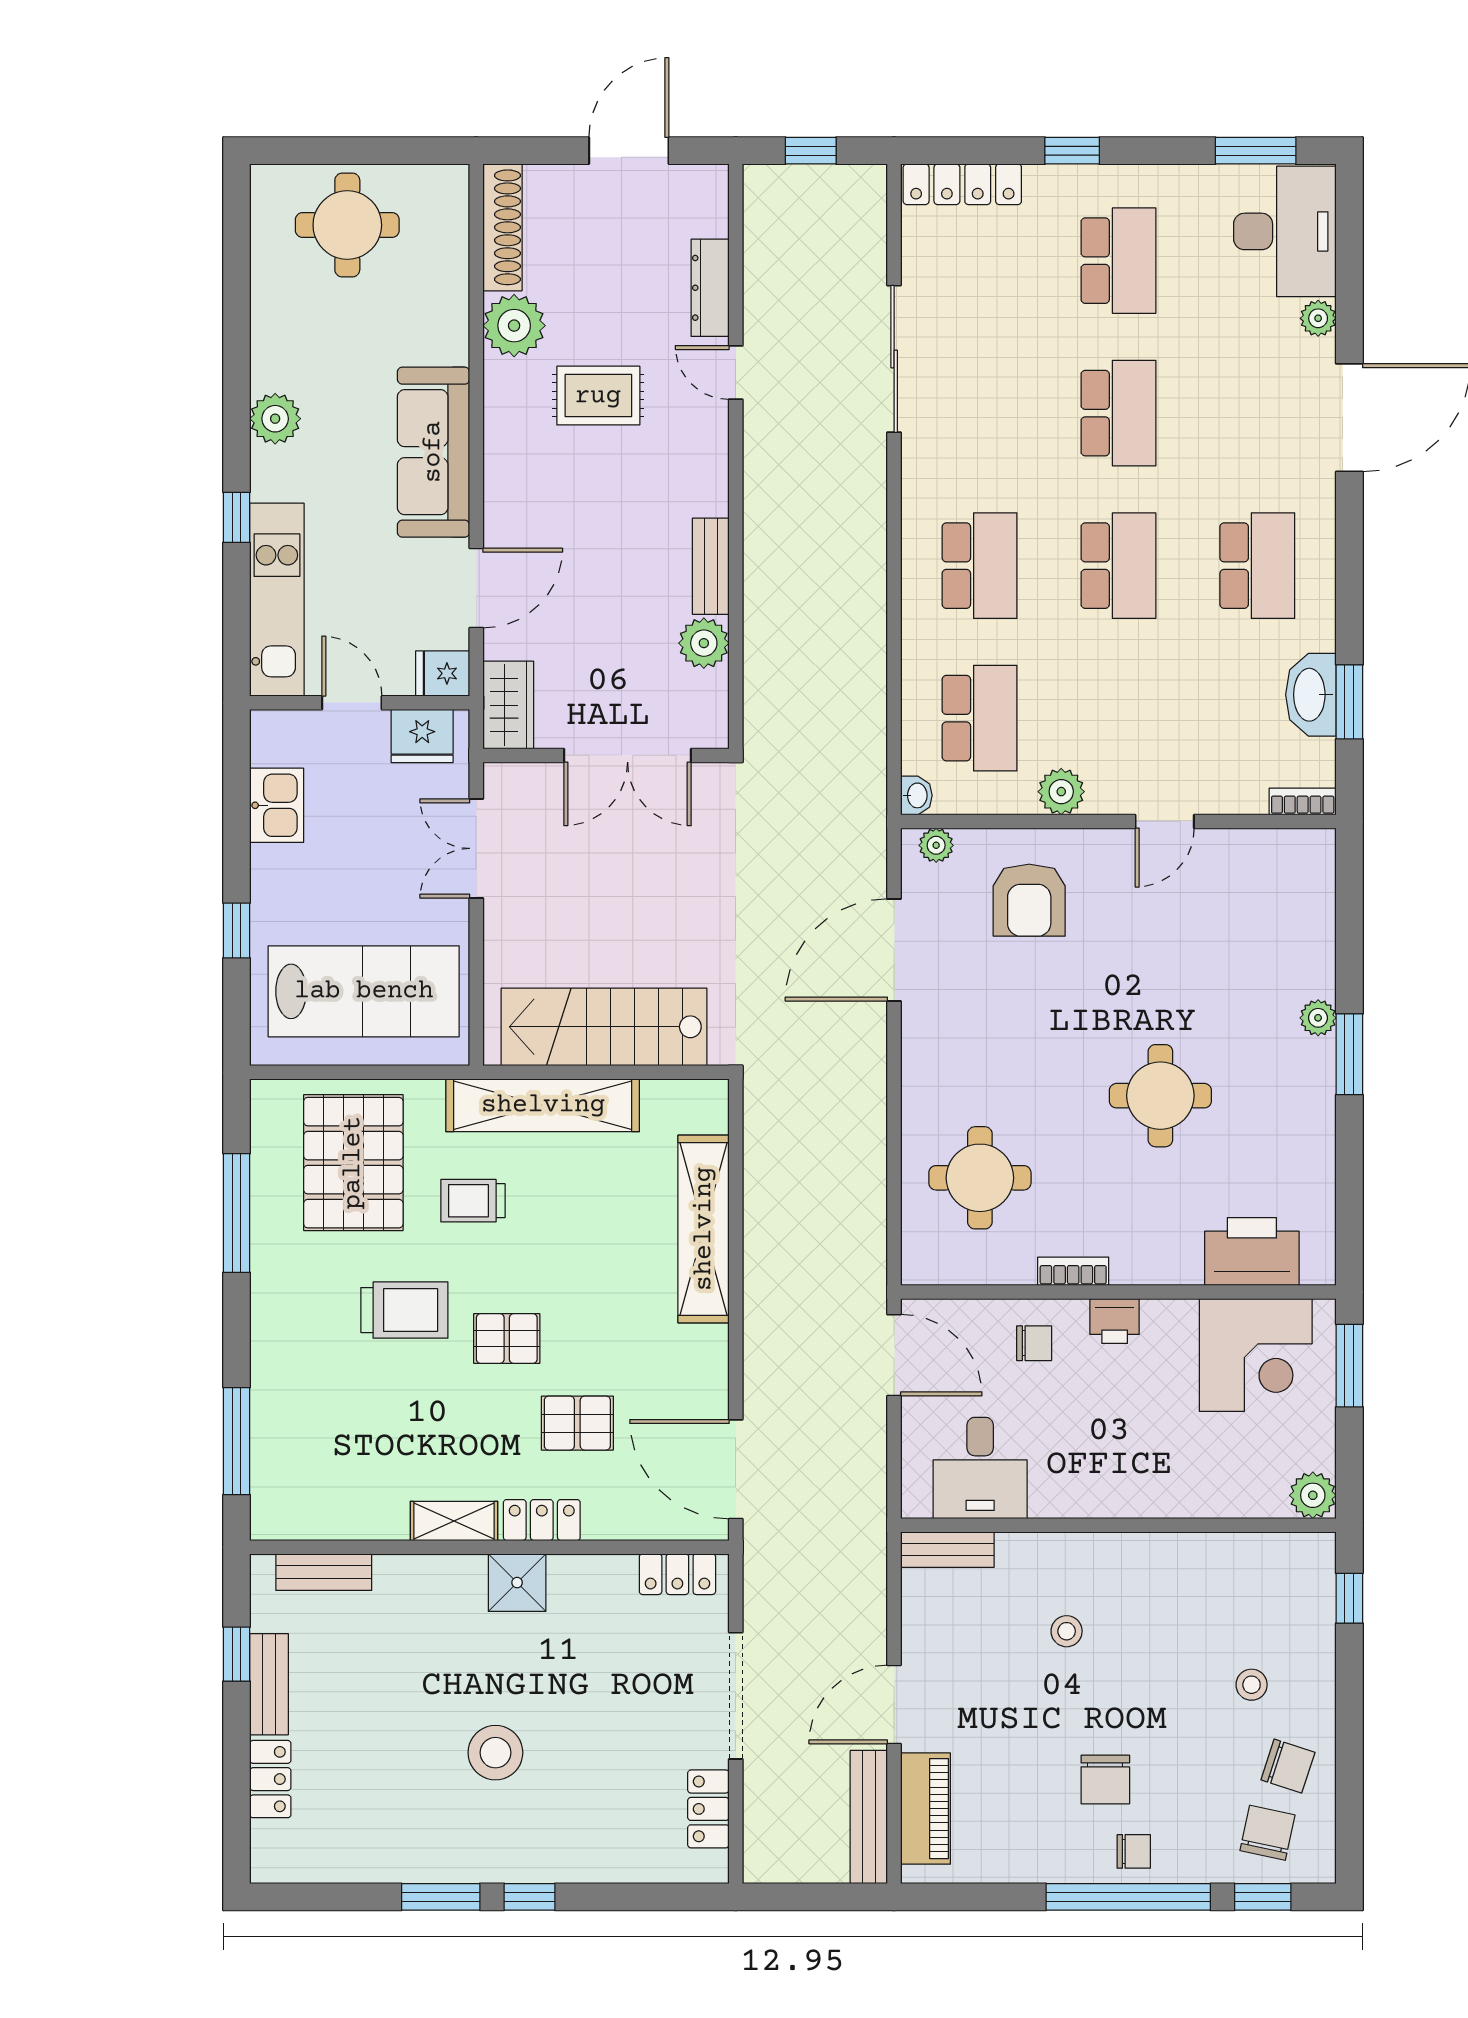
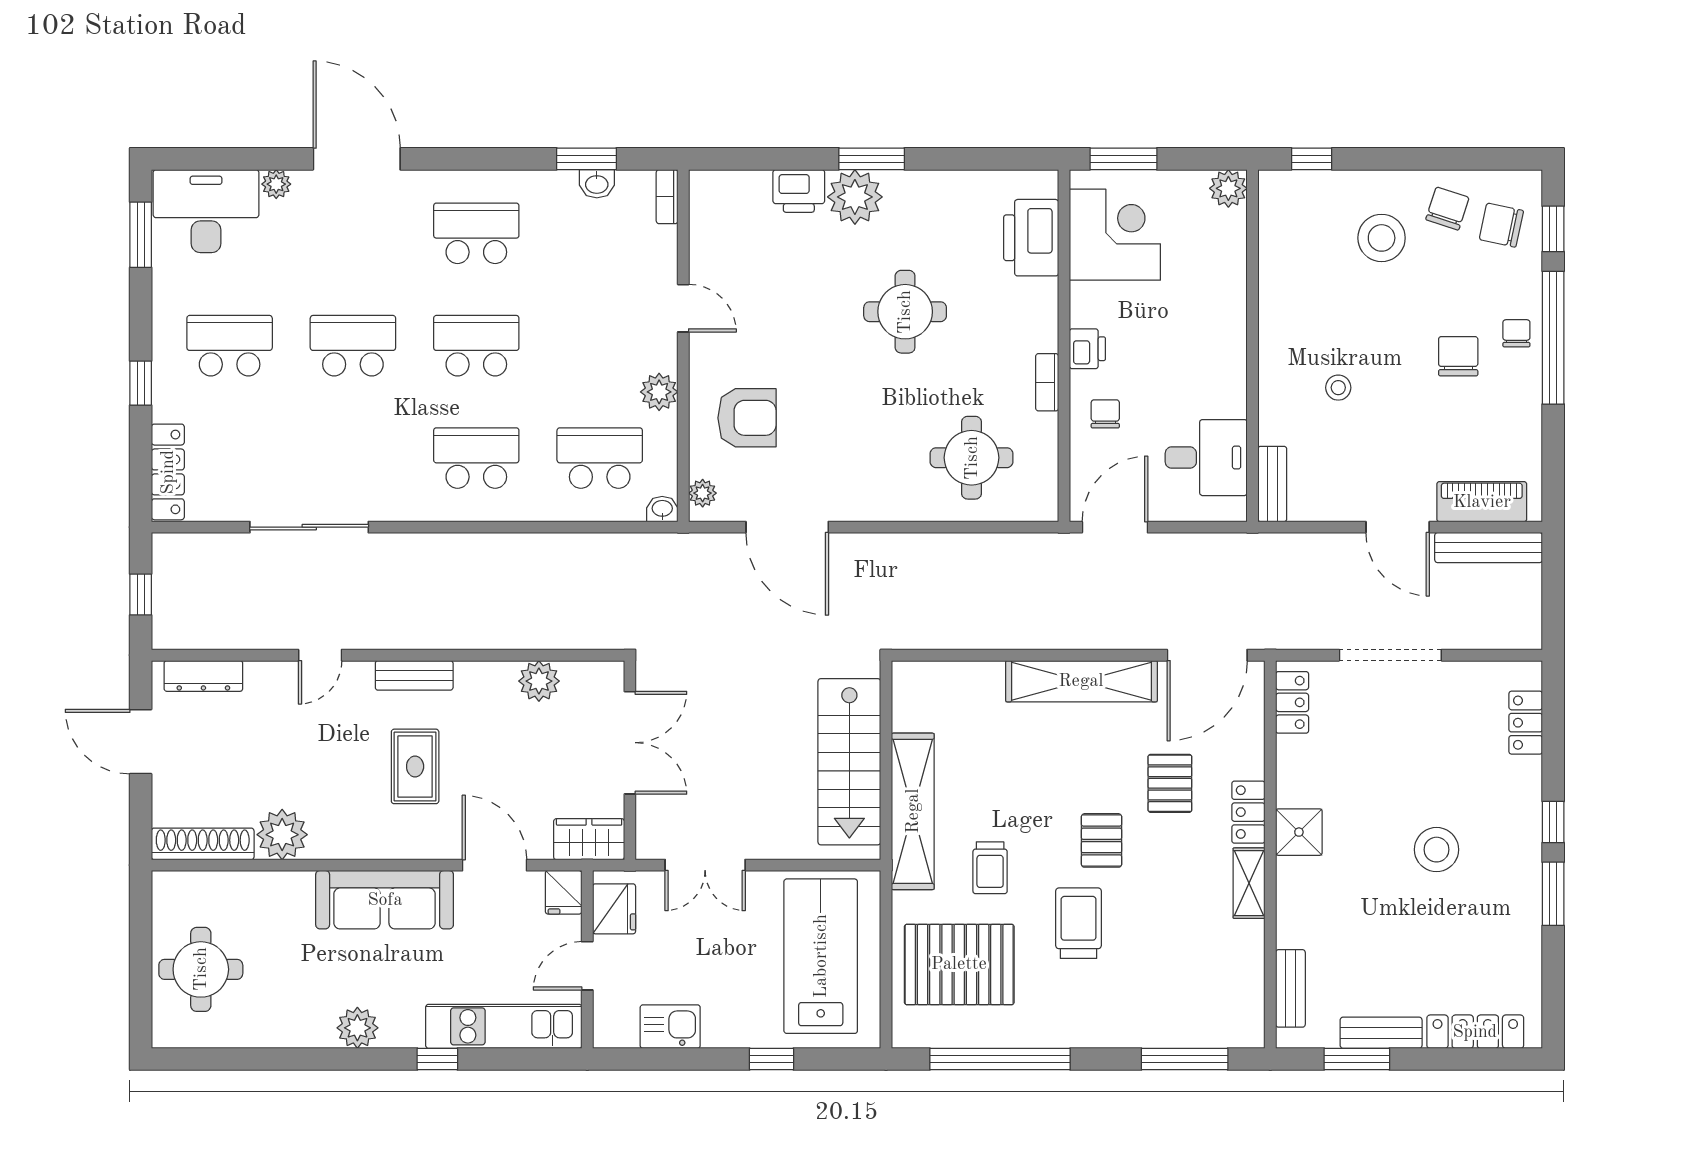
dresser: (710, 288) -> (203, 676), moved
rug: (598, 396) -> (415, 766), moved
bench: (711, 566) -> (414, 675), moved
washbasin: (1311, 695) -> (597, 184), width x0.52, depth x0.69
printer: (1310, 964) -> (799, 191), added
plant: (1318, 1018) -> (855, 197), width x1.87, depth x1.87
window: (237, 1213) -> (1000, 1059), width x1.46
shelving: (704, 1229) -> (1081, 681), moved
window: (237, 1654) -> (1357, 1059), width x1.50
stool: (1252, 1685) -> (1382, 238), width x1.89, depth x1.89
locker: (270, 1779) -> (1475, 1032), width x1.53
chair: (1105, 1779) -> (1458, 356), turned -90
locker: (708, 1809) -> (1526, 723), moved, turned 90

